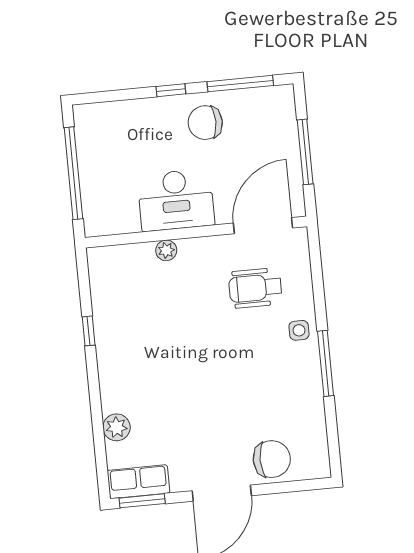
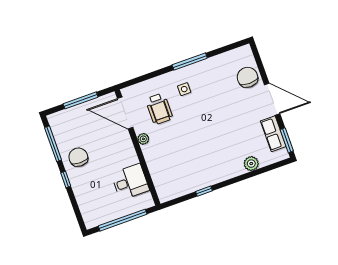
chair: (205, 123) -> (78, 157), turned 180
desk: (176, 200) -> (130, 182), moved, width x0.73
plant: (166, 250) -> (143, 139), moved
side table: (299, 330) -> (184, 89), moved
row of seats: (138, 482) -> (273, 134), moved

